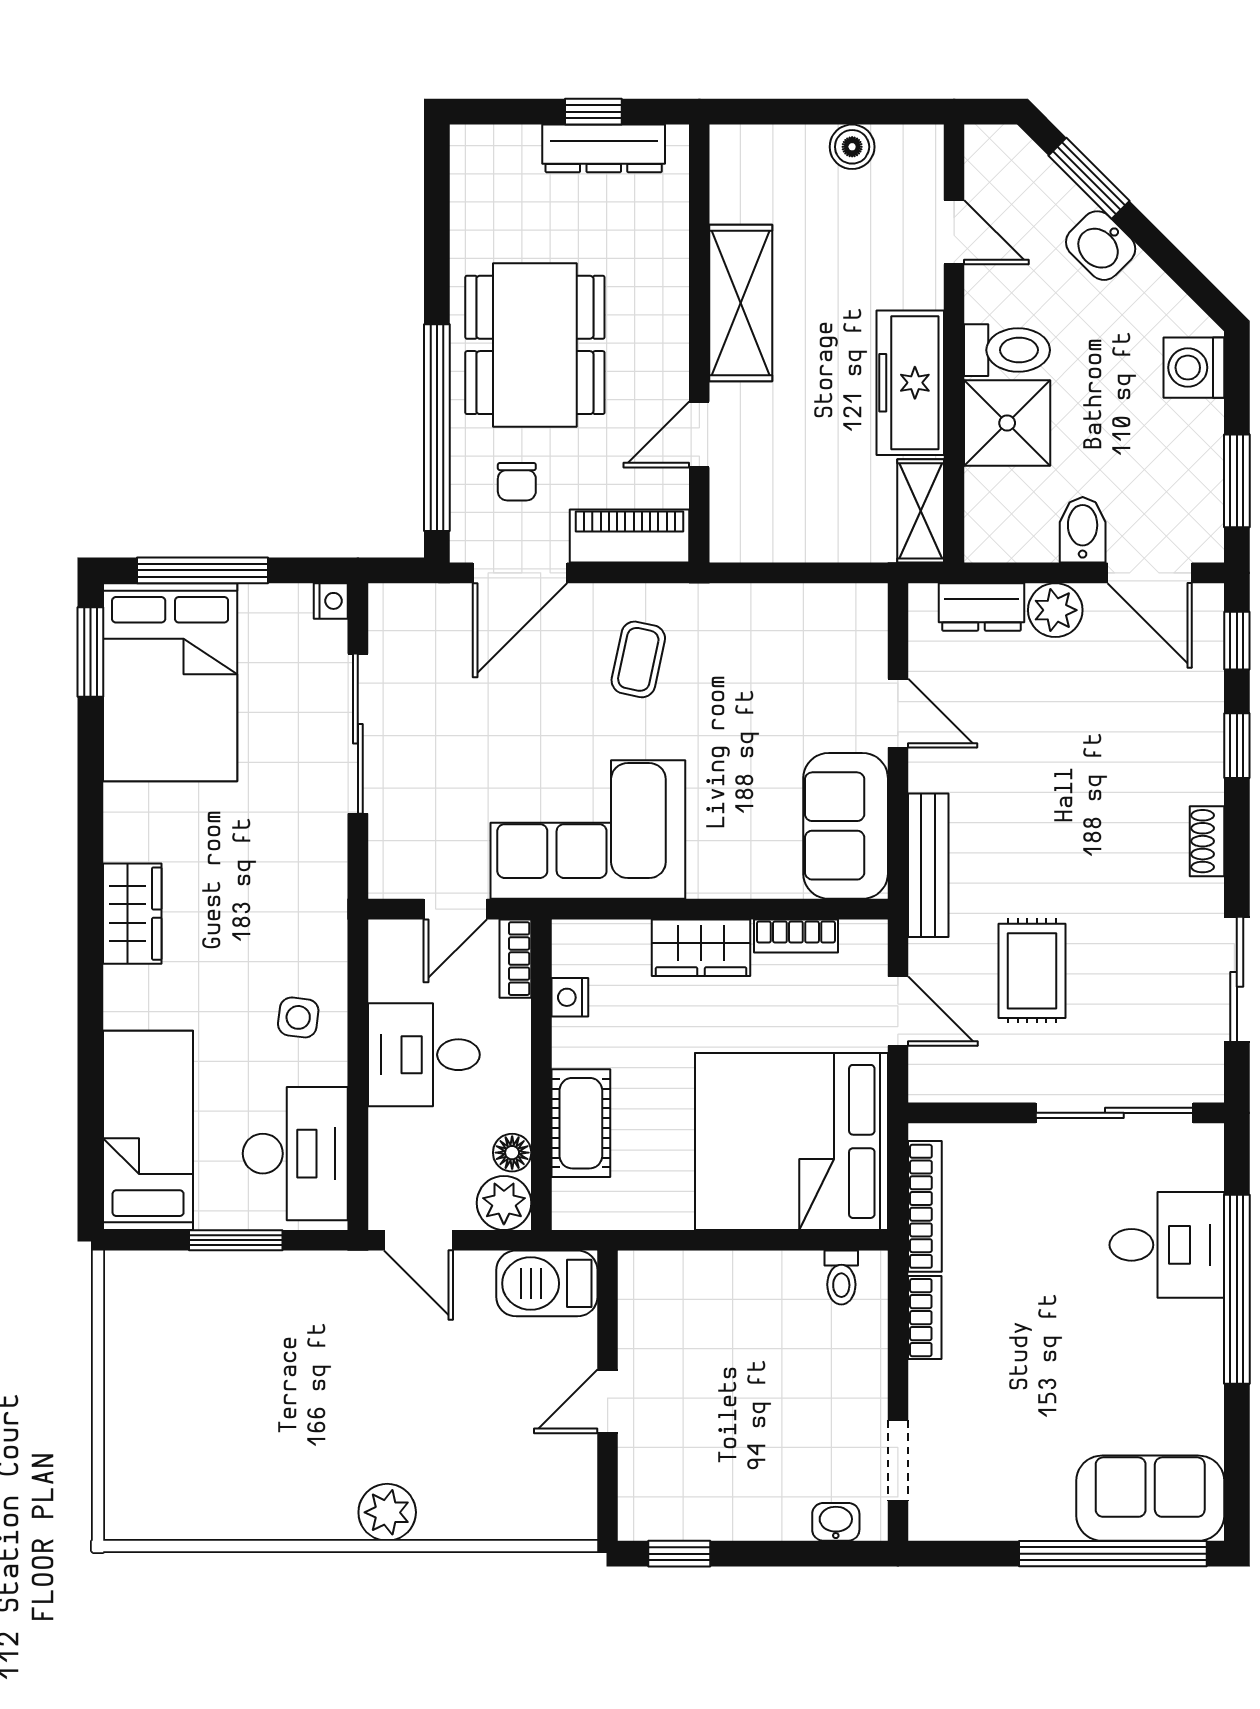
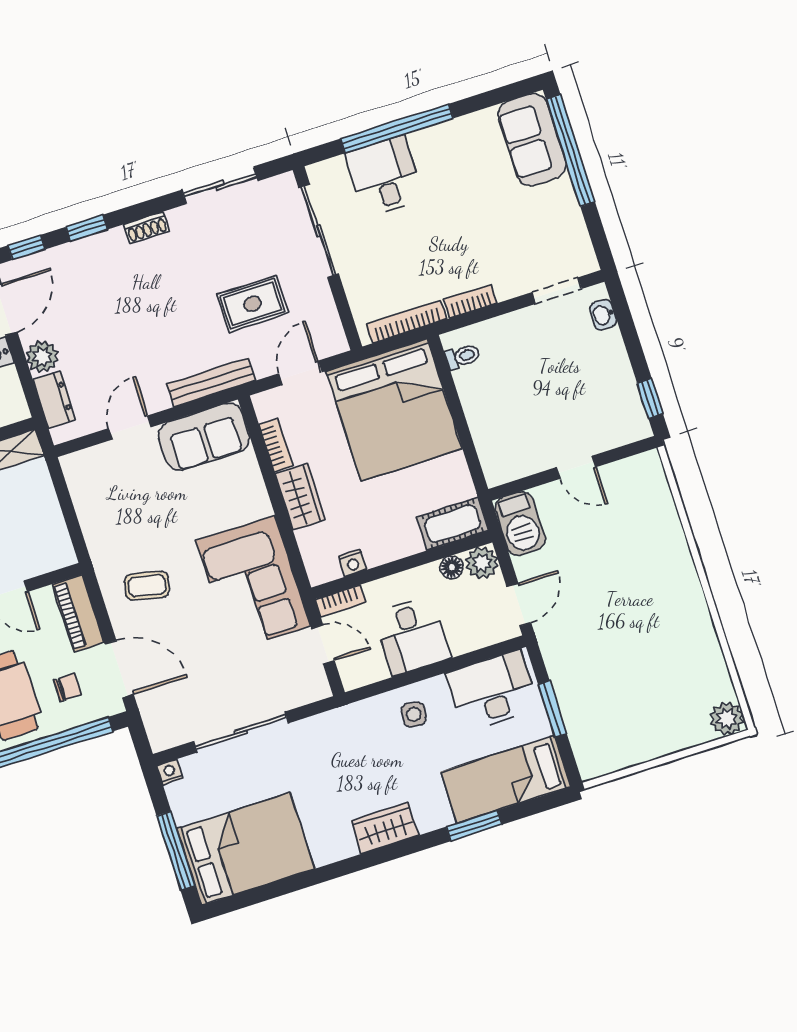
window: (90, 652) -> (474, 826), moved
cot: (581, 1123) -> (452, 524), moved
plant: (387, 1512) -> (727, 719), moved

